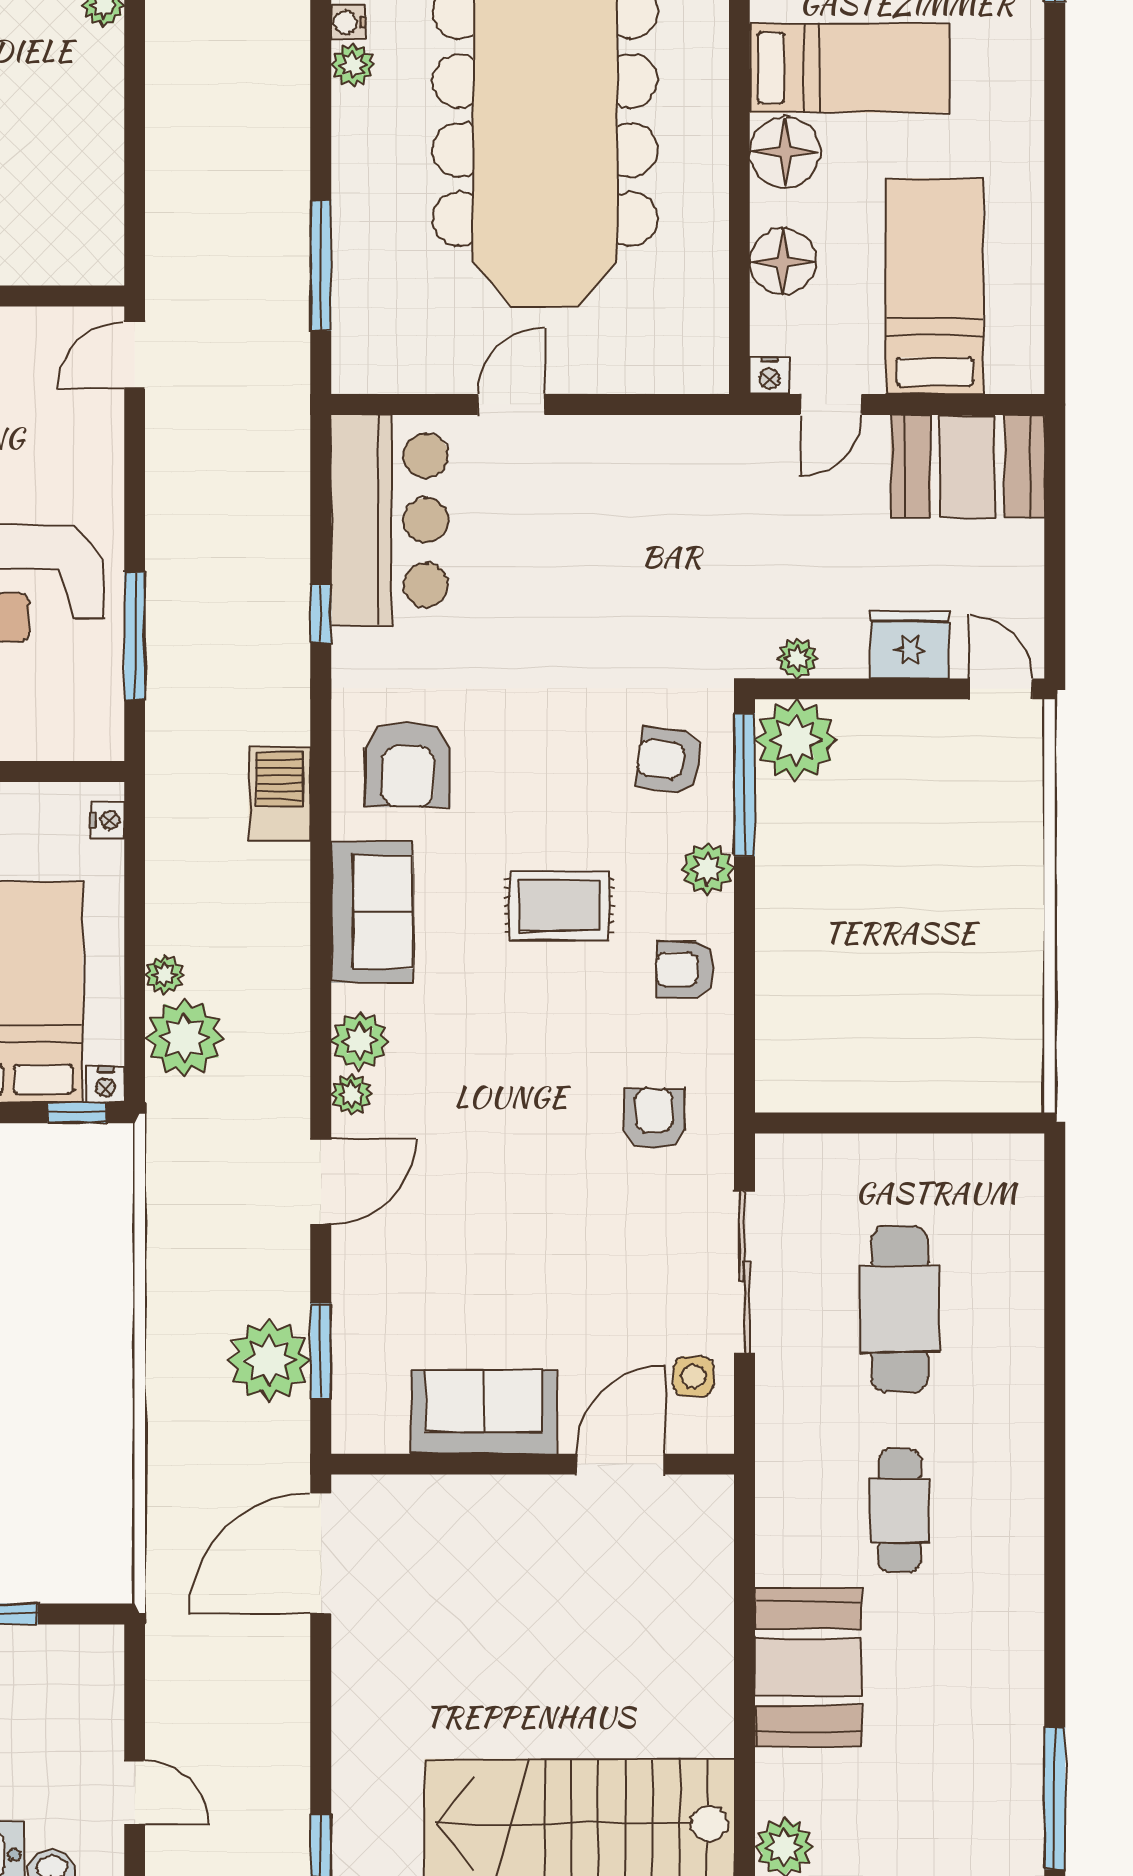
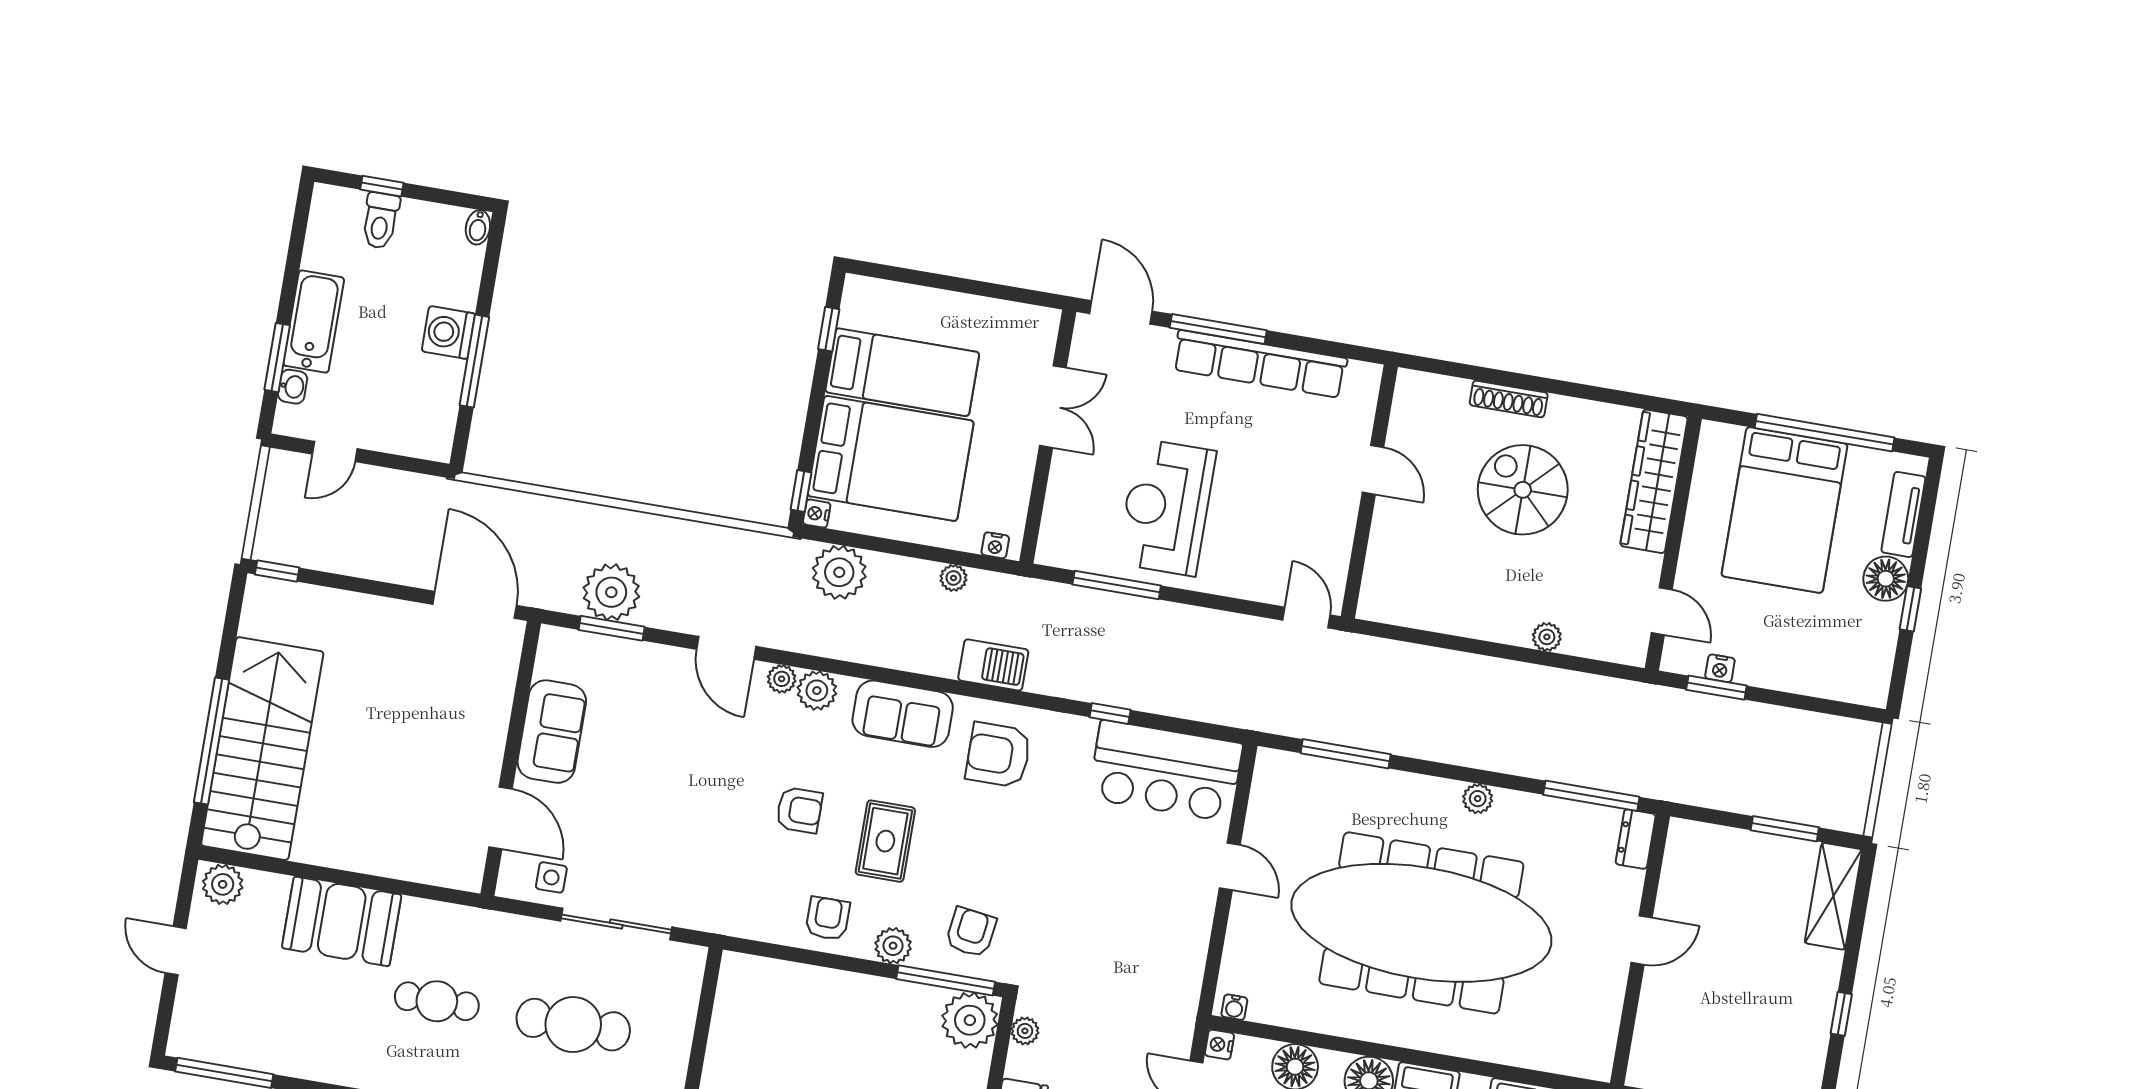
water cooler: (348, 22) -> (1234, 1007), moved, turned 180
plant: (164, 975) -> (953, 578), moved
armchair: (654, 1119) -> (799, 810), moved

